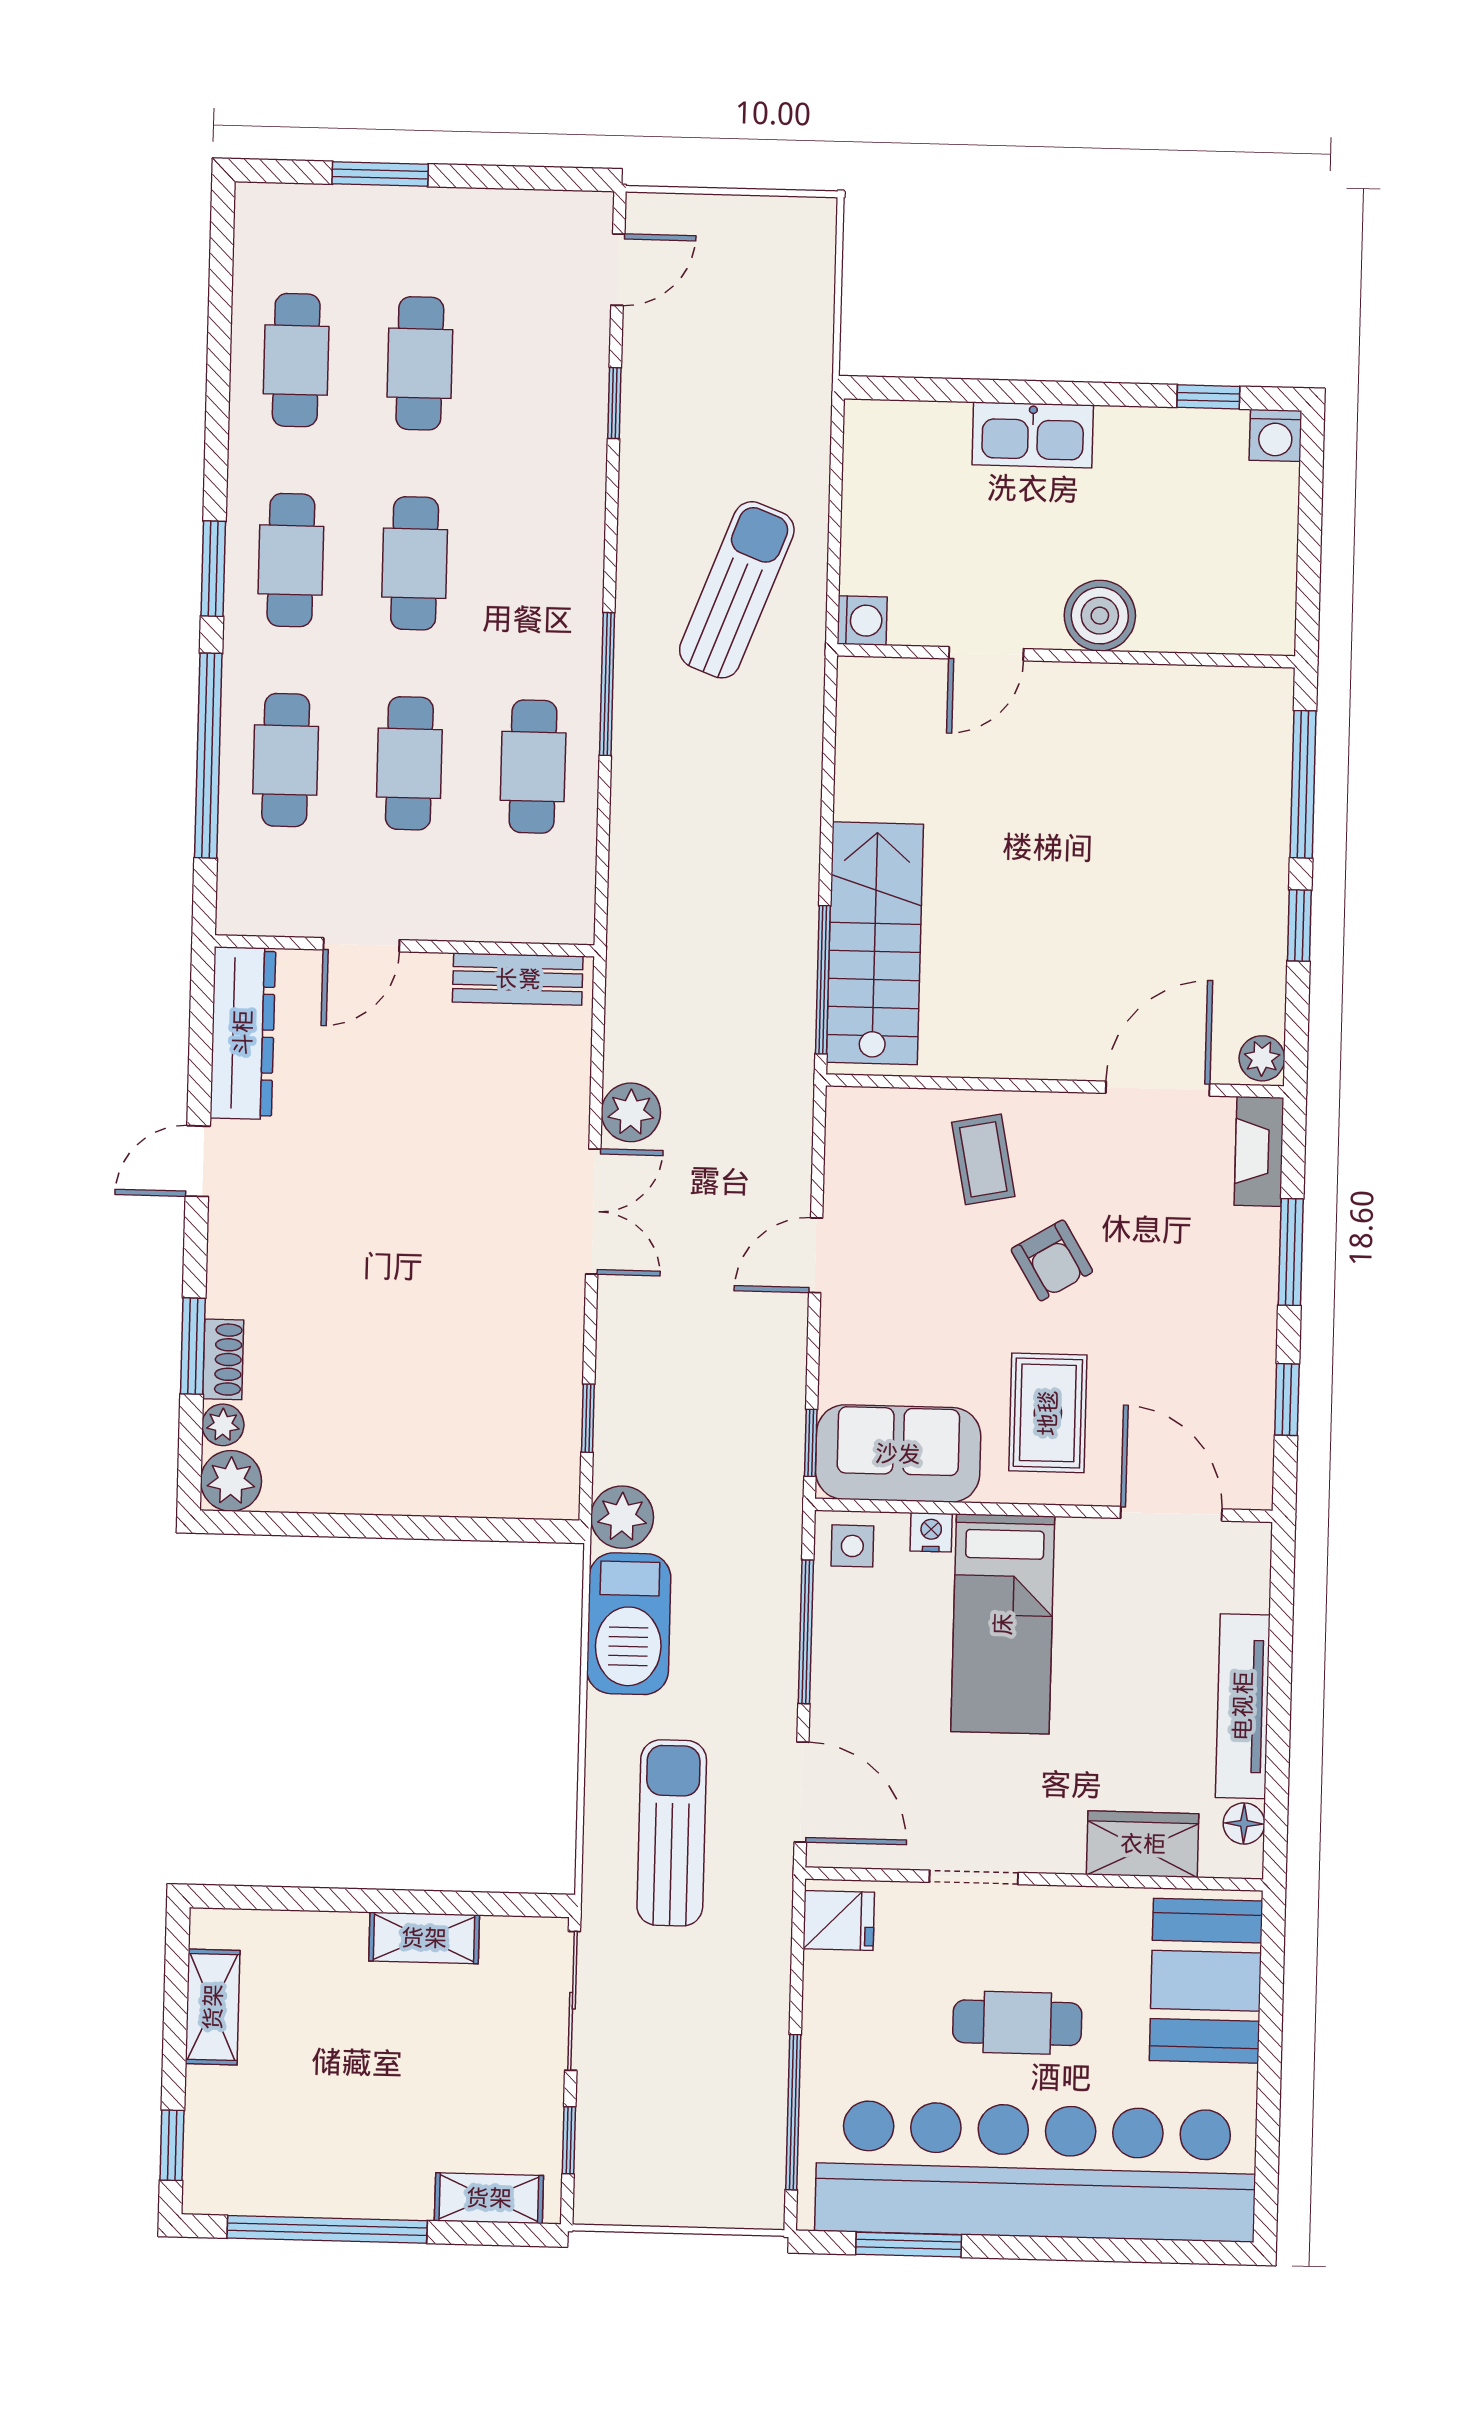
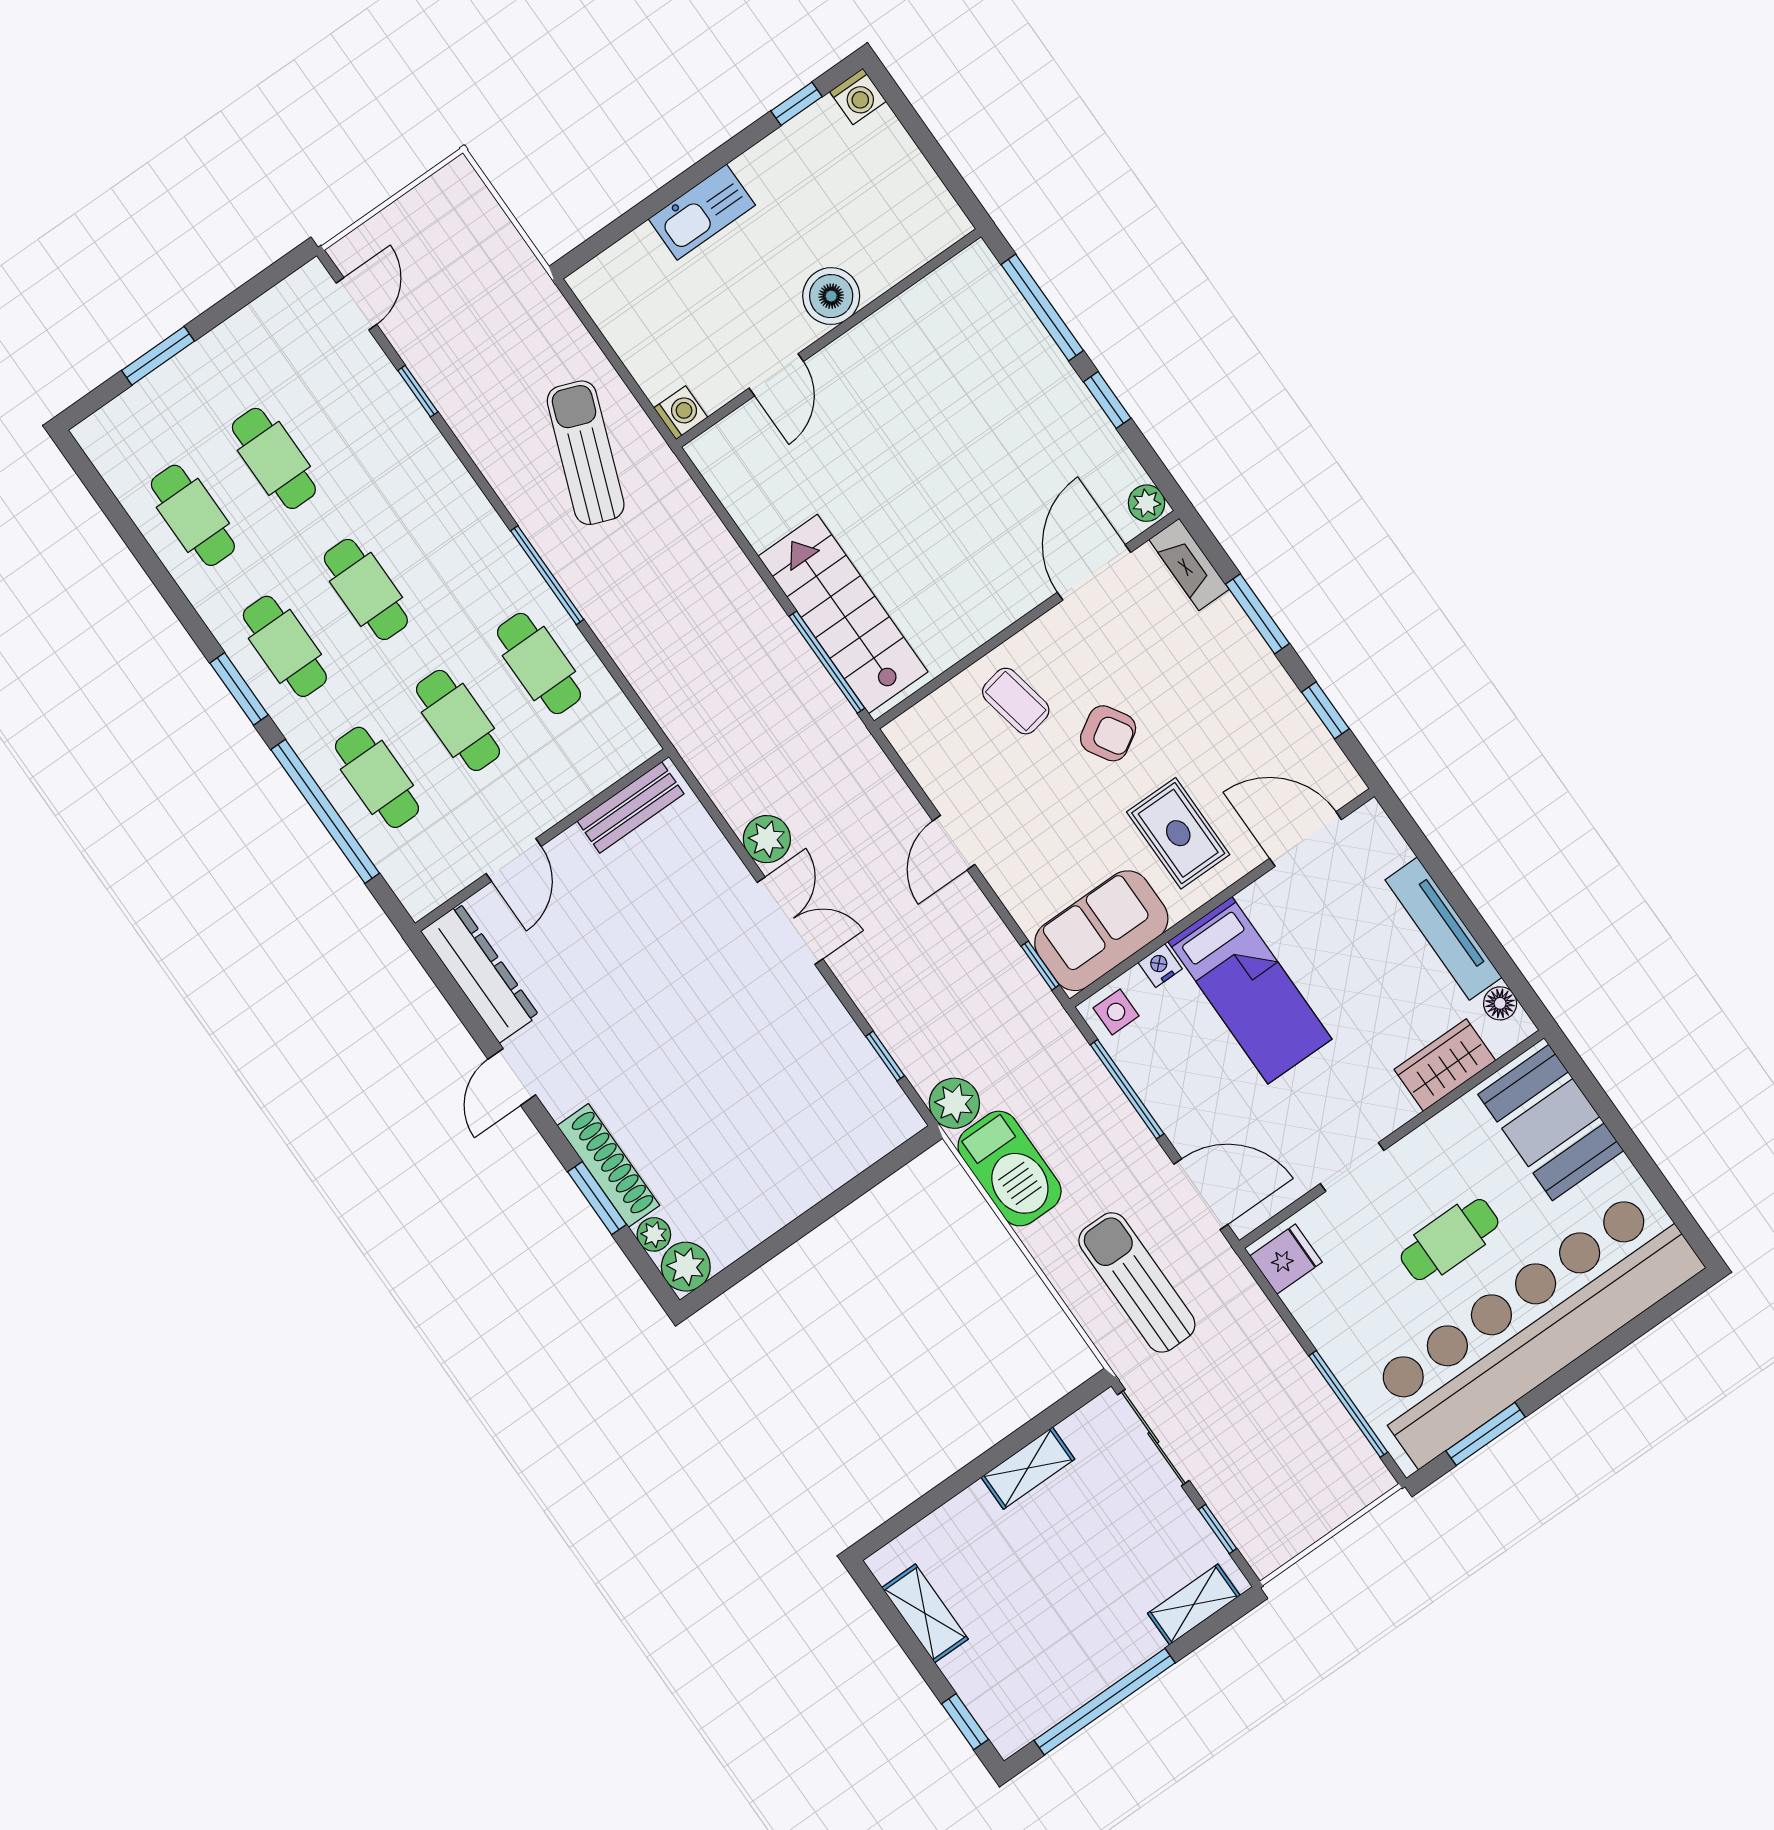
shoe rack: (223, 1359) -> (608, 1165), width x1.94, depth x1.24

